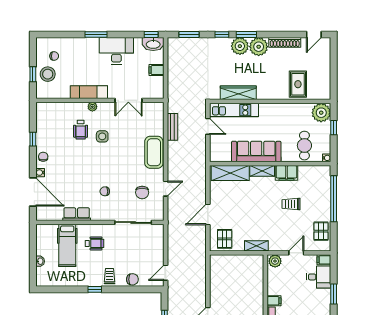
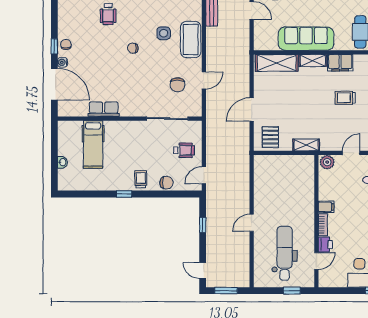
side table: (102, 136) -> (164, 33), moved
window: (33, 139) -> (54, 46), moved
chair: (105, 191) -> (133, 48), moved
wheelchair: (95, 243) -> (184, 150), moved

